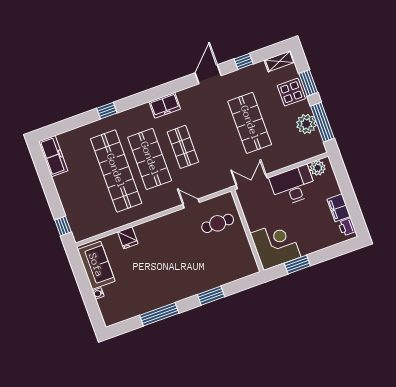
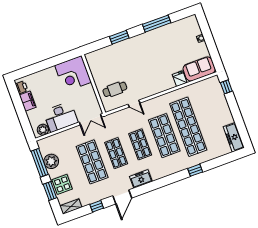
freezer: (165, 105) -> (141, 179), moved
shop shelf: (216, 135) -> (116, 153), added
window: (297, 264) -> (57, 60), removed
sofa: (96, 265) -> (199, 69), moved, turned 90

